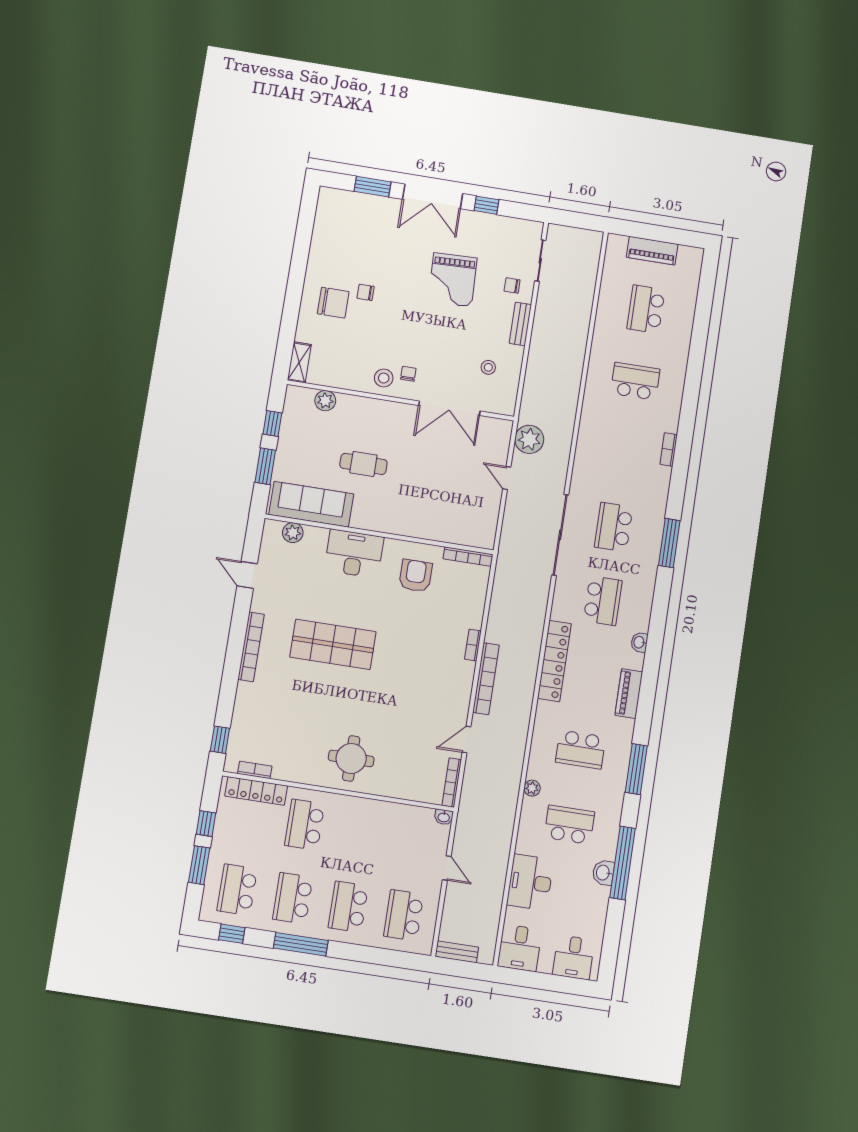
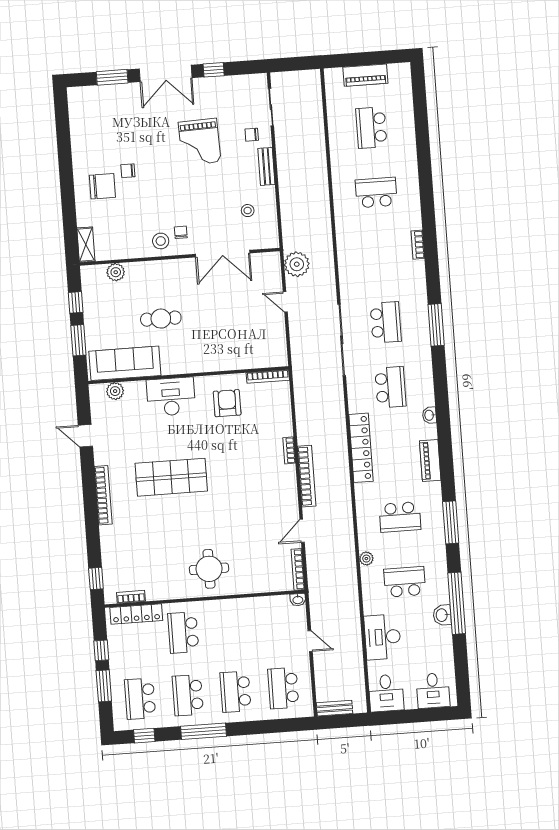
school desk: (614, 527) -> (386, 322), turned 180

